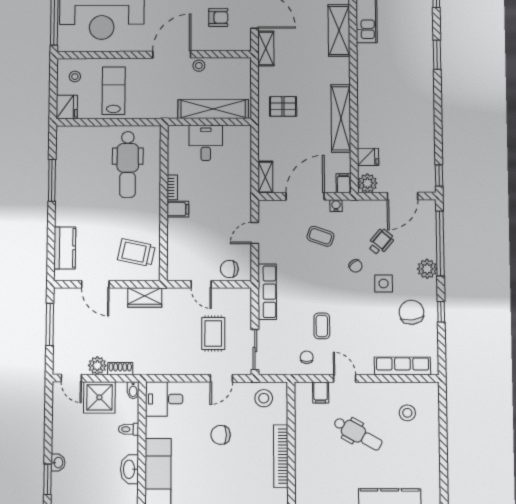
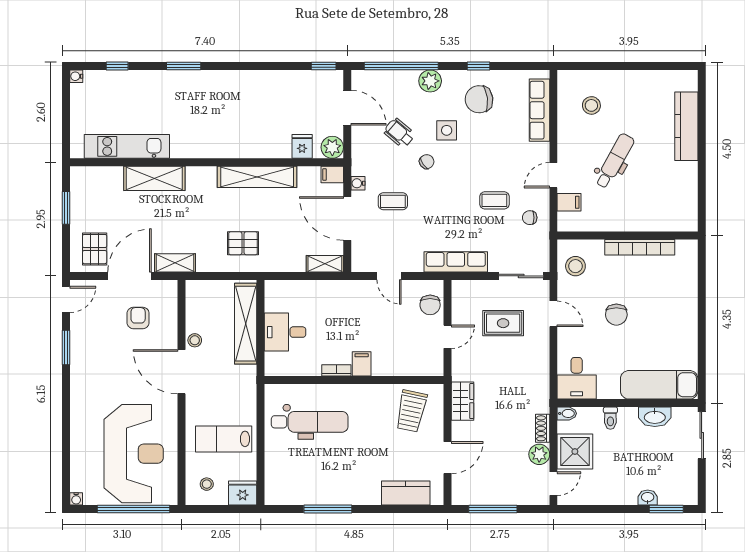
pallet: (283, 106) -> (243, 243), turned 90
coffee table: (320, 236) -> (393, 201), turned 71

